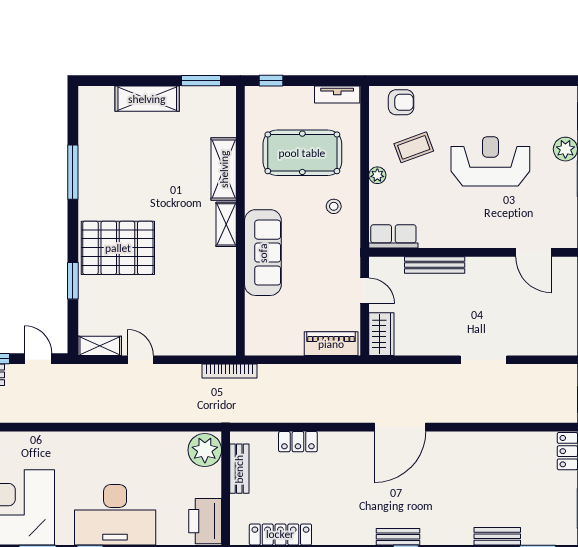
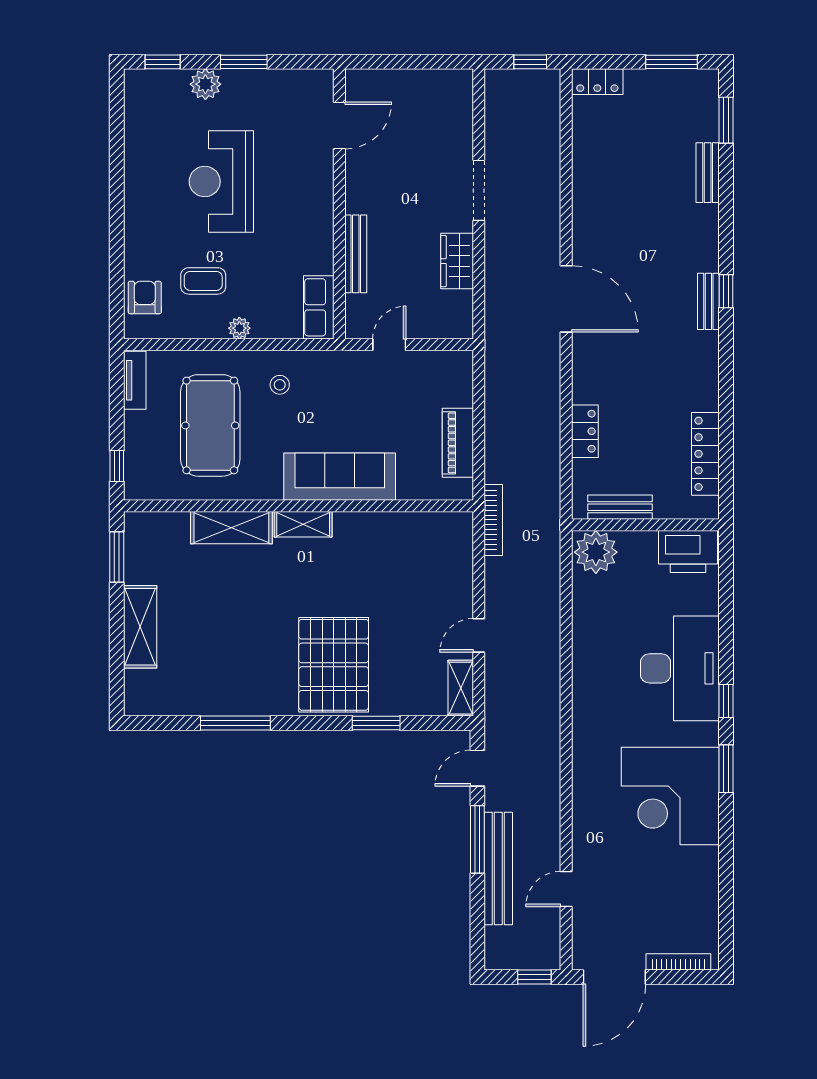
coffee table: (414, 147) -> (203, 281), turned -70
wardrobe: (381, 334) -> (457, 261), moved, turned -90
piano: (331, 344) -> (458, 443), moved

